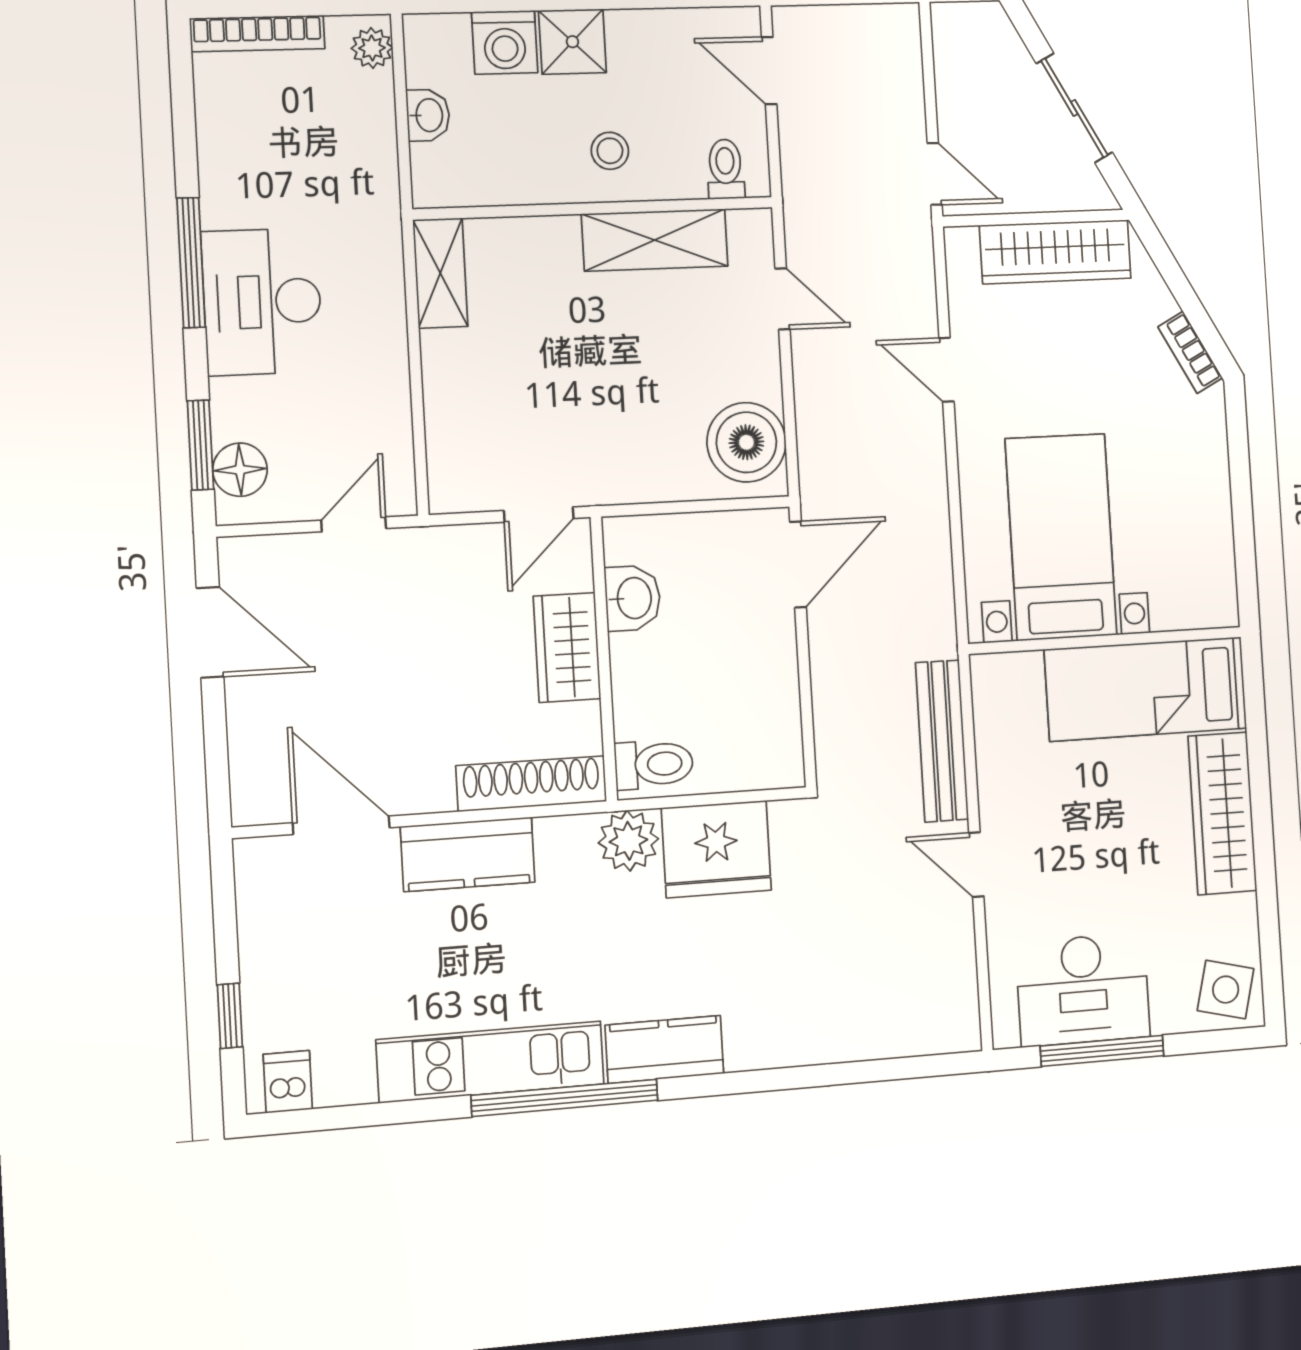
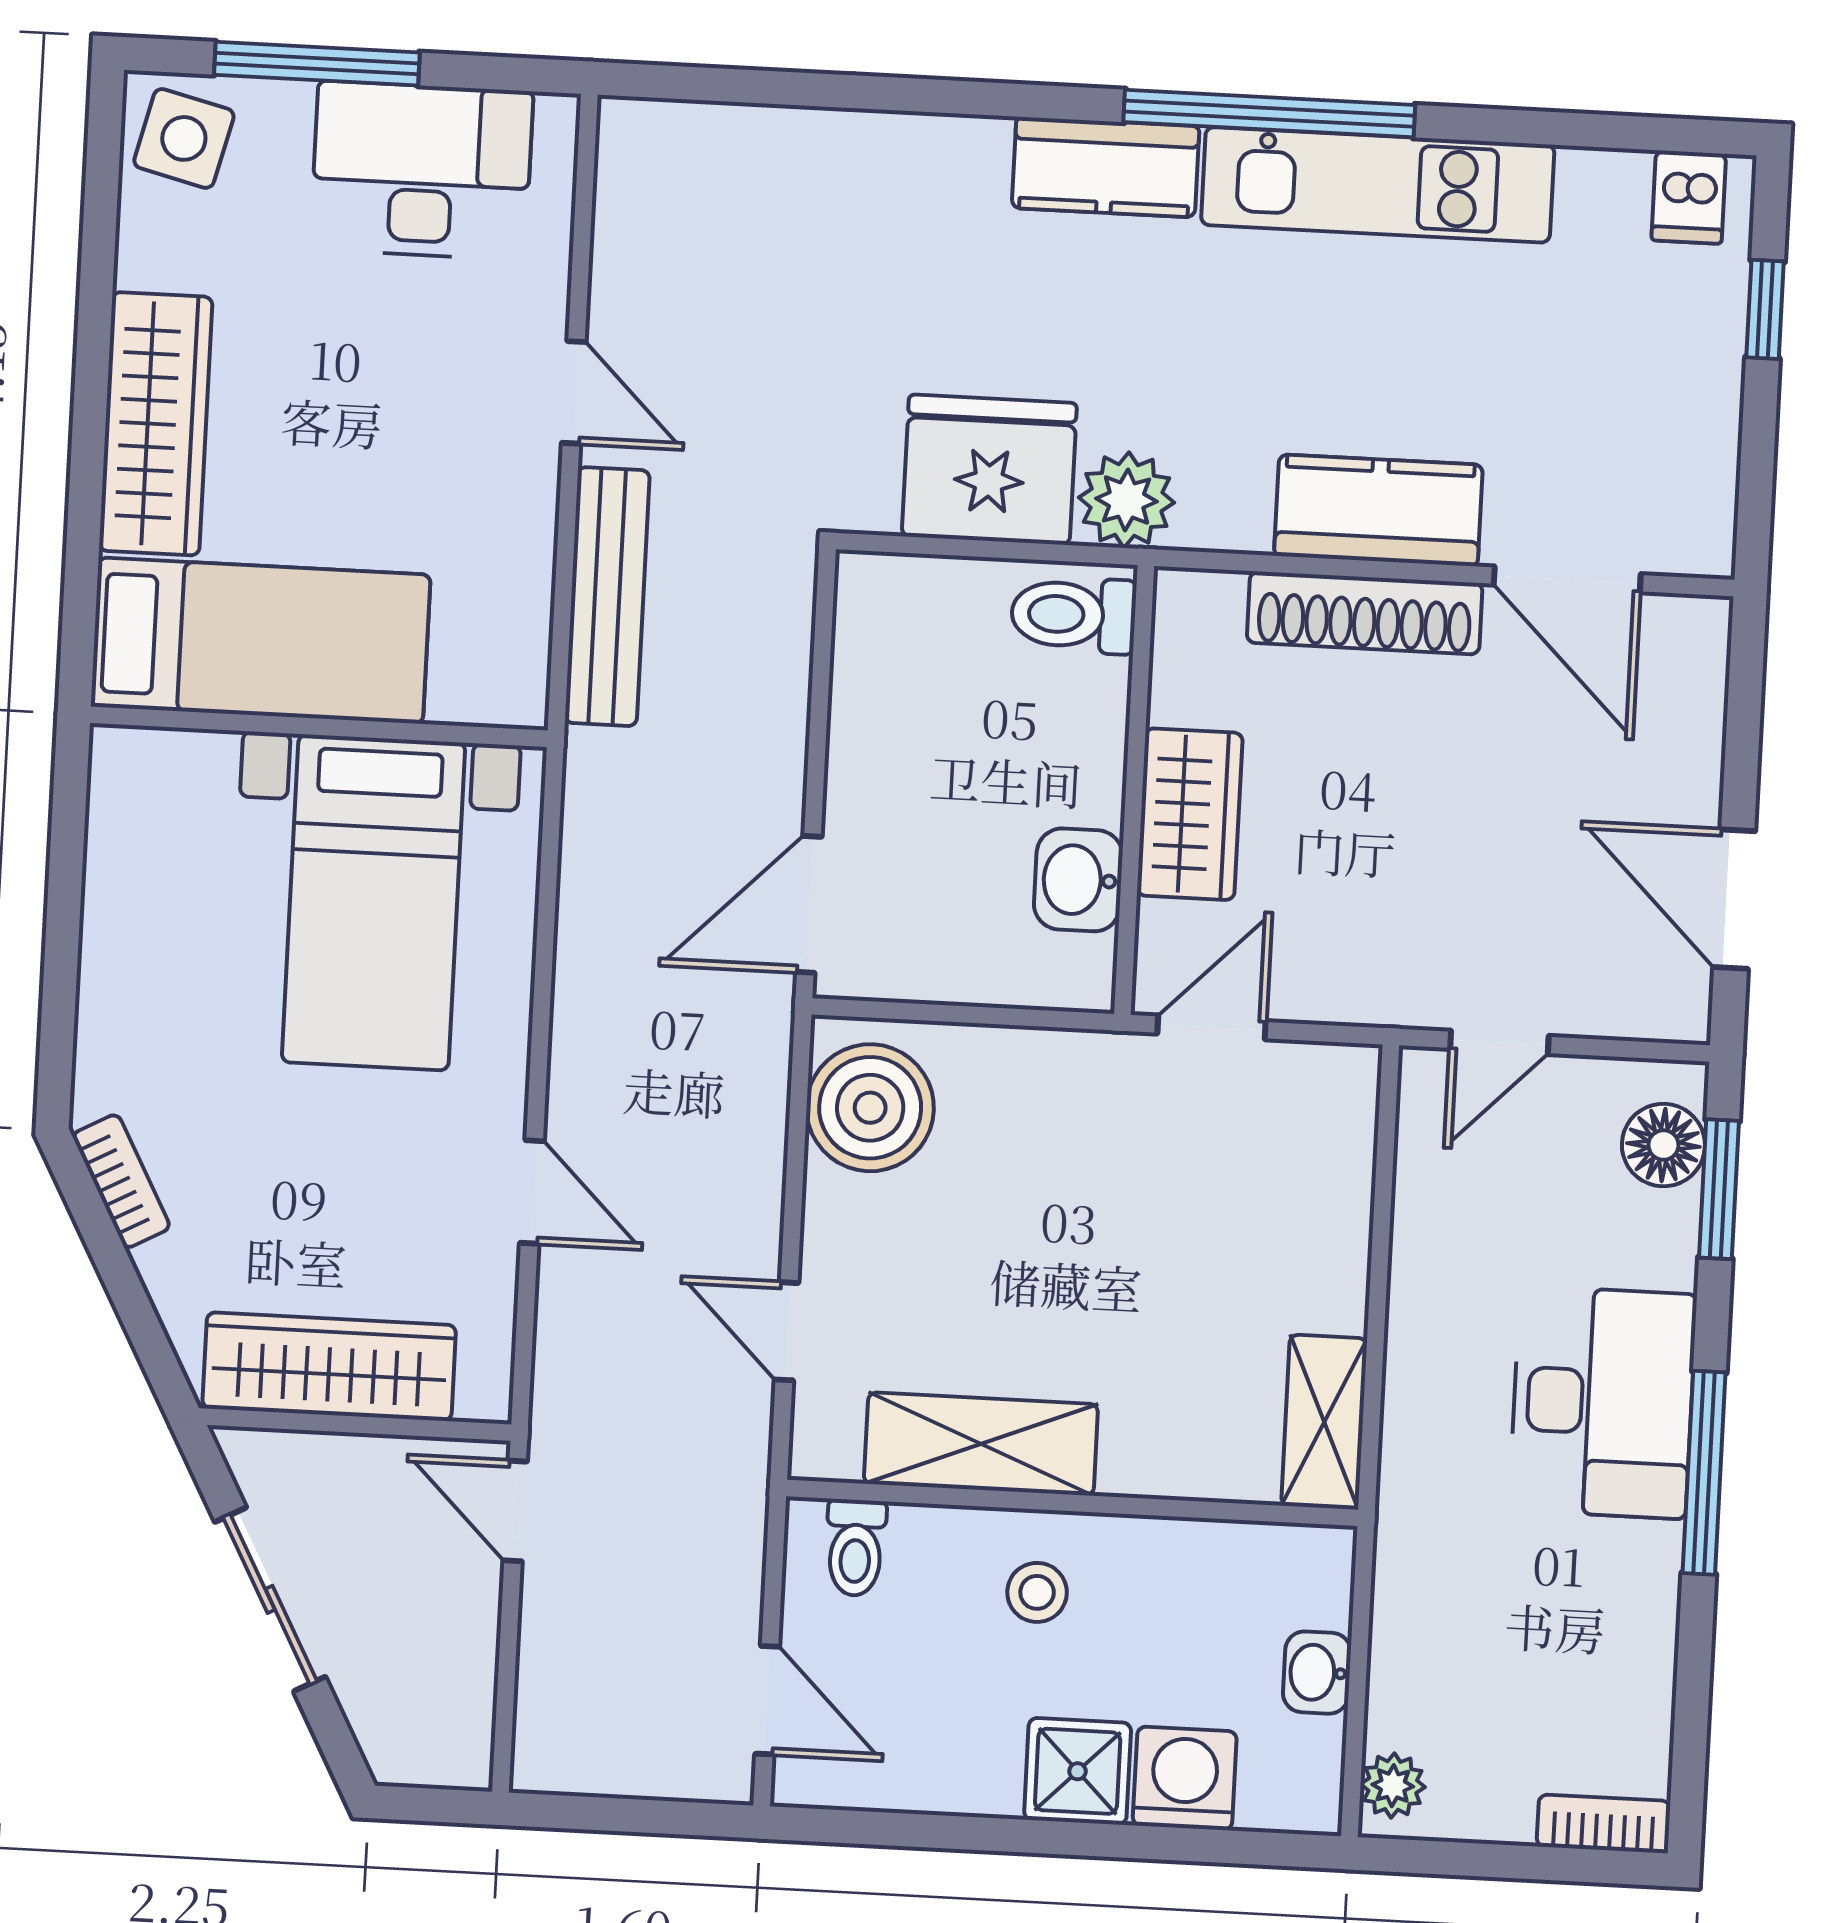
bookcase: (257, 34) -> (1604, 1824), width x0.64
shoe rack: (531, 784) -> (1365, 613), moved
window: (1102, 1051) -> (317, 64), moved

